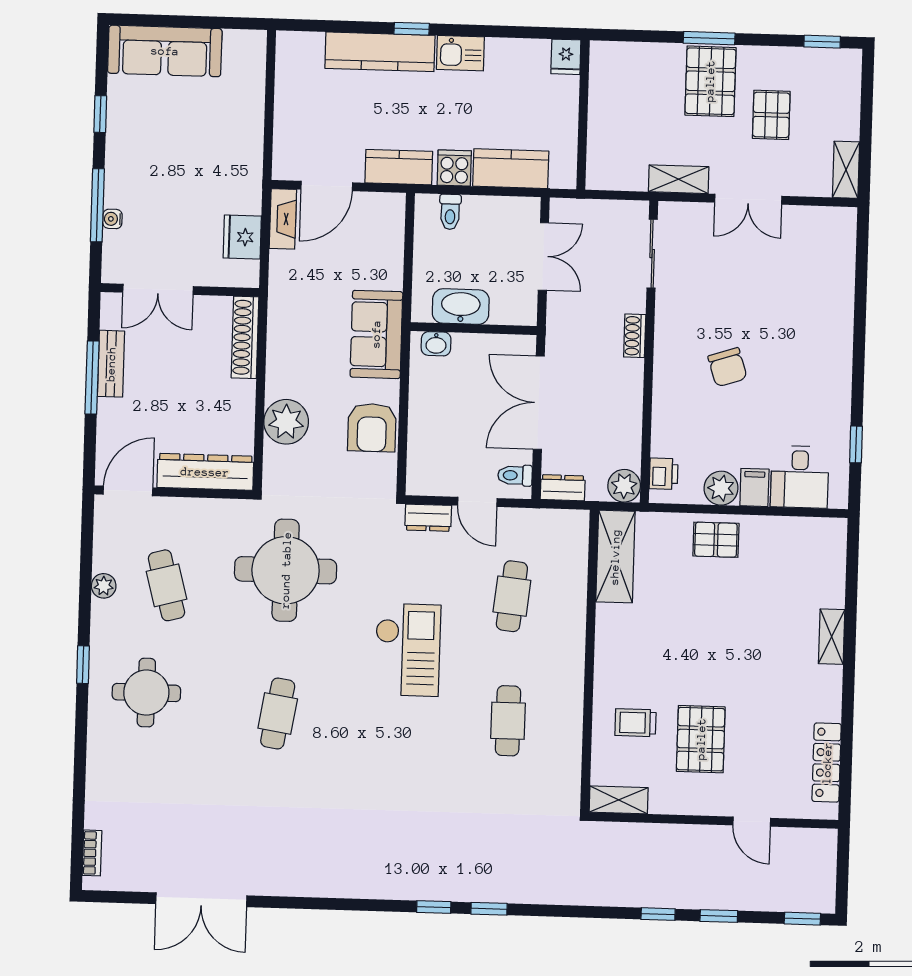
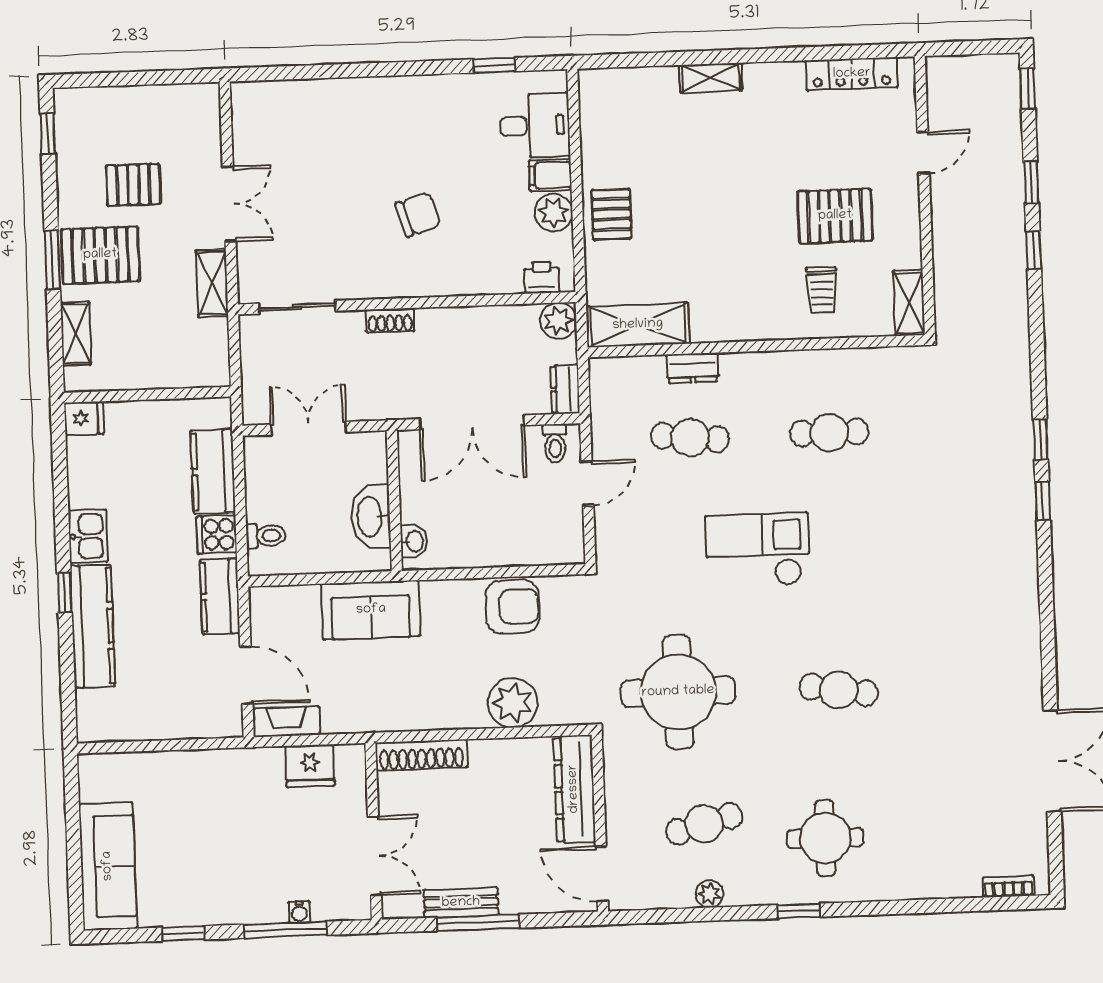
shelving: (846, 170) -> (76, 334), moved, turned 90
sofa: (376, 334) -> (371, 610), moved
dresser: (428, 518) -> (693, 368), moved, turned 90

